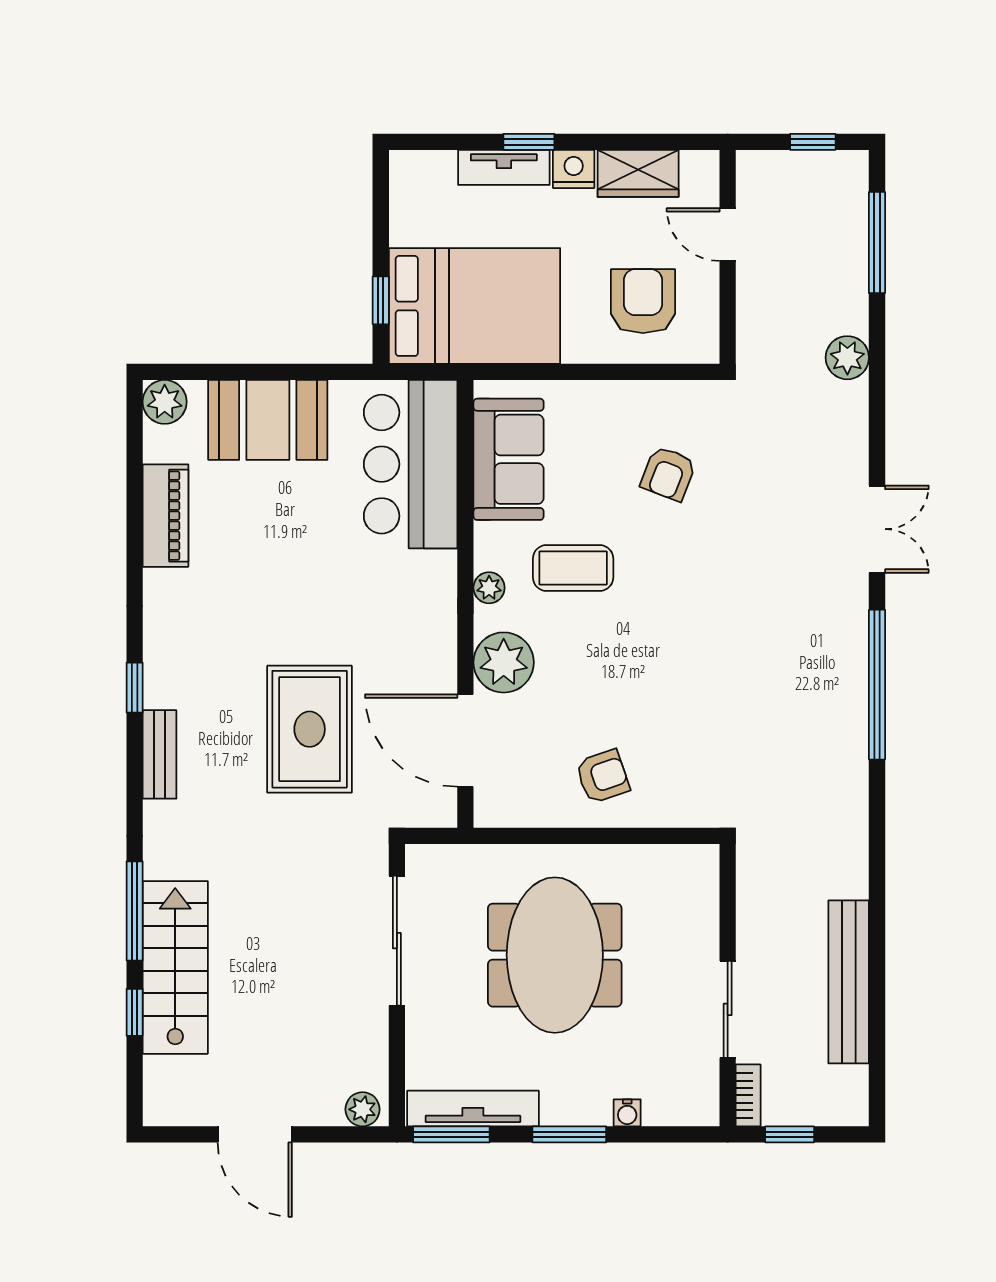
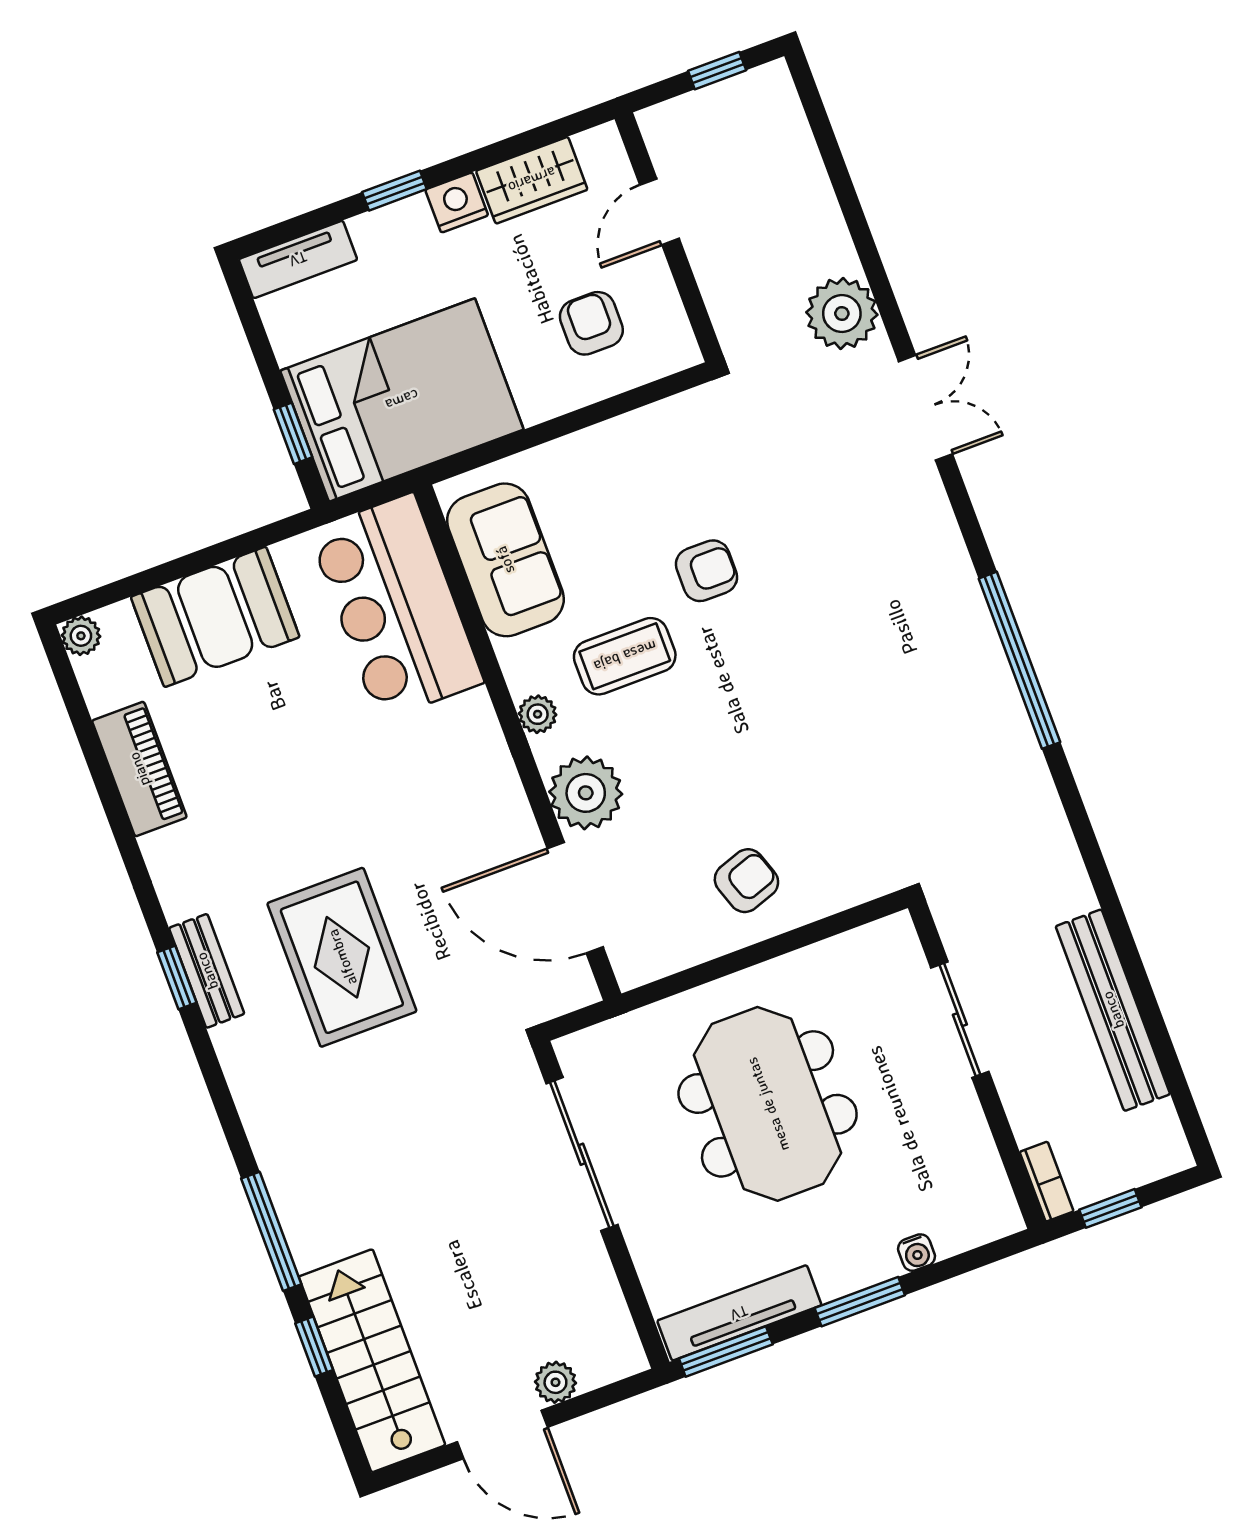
tv unit: (504, 167) -> (298, 259), moved
door: (728, 235) -> (659, 212), hinge flipped
window: (877, 243) -> (833, 158), removed
armchair: (643, 301) -> (591, 323), width x0.72, depth x0.72
plant: (847, 358) -> (842, 313), width x1.36, depth x1.36
plant: (165, 402) -> (81, 636), width x0.73, depth x0.73
armchair: (668, 474) -> (706, 571), moved, turned -111
double door: (877, 529) -> (925, 408), moved
rug: (310, 729) -> (342, 957), moved
bench: (160, 754) -> (207, 971), moved
stairs: (175, 967) -> (372, 1361), moved
sliding door: (728, 1009) -> (960, 1020), moved
plant: (362, 1109) -> (555, 1382), moved

